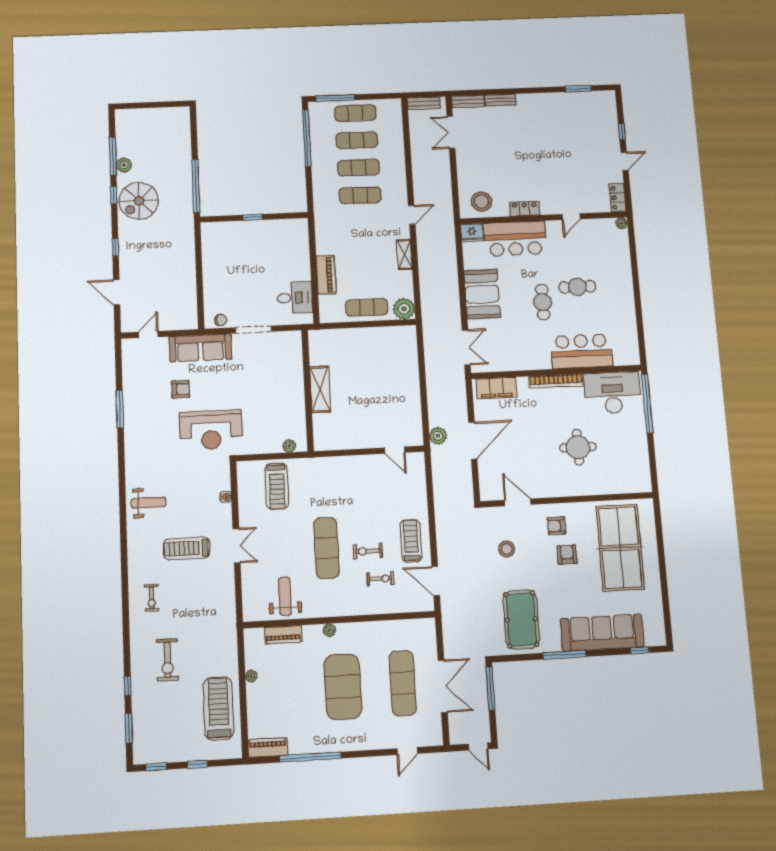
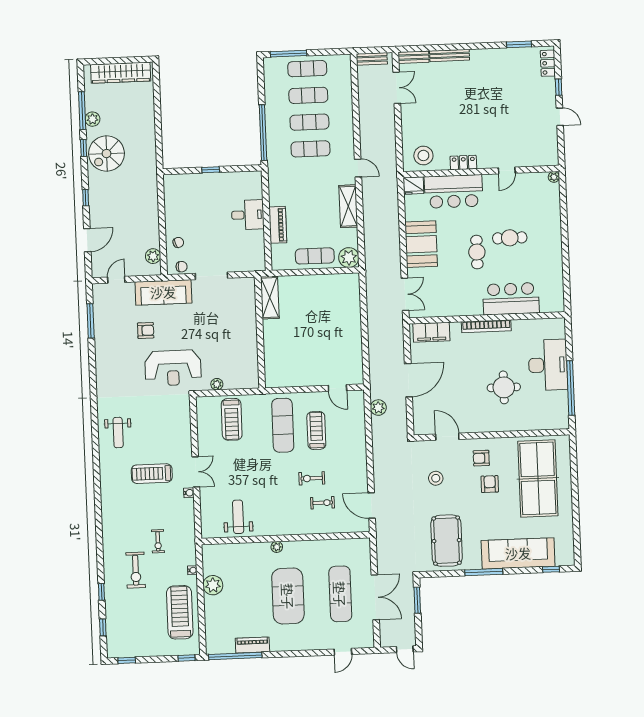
bench: (500, 100) -> (450, 55), width x1.36
wardrobe: (155, 117) -> (121, 73), added
double door: (451, 132) -> (397, 88), swing flipped
window: (307, 138) -> (263, 133), moved
door: (625, 161) -> (560, 117), hinge flipped
window: (196, 186) -> (159, 140), removed
locker: (618, 198) -> (548, 63), moved
door: (412, 215) -> (358, 168), hinge flipped
shelving: (404, 255) -> (348, 206), width x1.50, depth x1.33
door: (117, 292) -> (87, 240), swing flipped
chair: (217, 294) -> (178, 242), added
desk: (295, 298) -> (248, 215), moved
plant: (189, 309) -> (153, 256), added
shelving: (320, 389) -> (270, 298), moved
desk: (613, 393) -> (548, 365), moved, turned 90
window: (647, 403) -> (571, 388), moved
window: (120, 409) -> (91, 321), moved
plant: (438, 436) -> (378, 408), moved
plant: (289, 446) -> (217, 384), moved
water cooler: (226, 497) -> (189, 493), moved
weight bench: (149, 503) -> (118, 432), turned 90
treadmill: (411, 541) -> (316, 430), moved
exercise mat: (326, 548) -> (283, 425), moved
exercise bike: (152, 598) -> (158, 541), moved
piano: (283, 635) -> (236, 550), removed
water cooler: (233, 659) -> (192, 570), added
plant: (251, 676) -> (213, 585), width x1.88, depth x1.88
window: (490, 689) -> (417, 600), width x0.69
window: (129, 728) -> (103, 627), width x0.67
piano: (268, 748) -> (252, 645), moved
window: (310, 757) -> (235, 656), moved
window: (198, 764) -> (187, 658), moved

